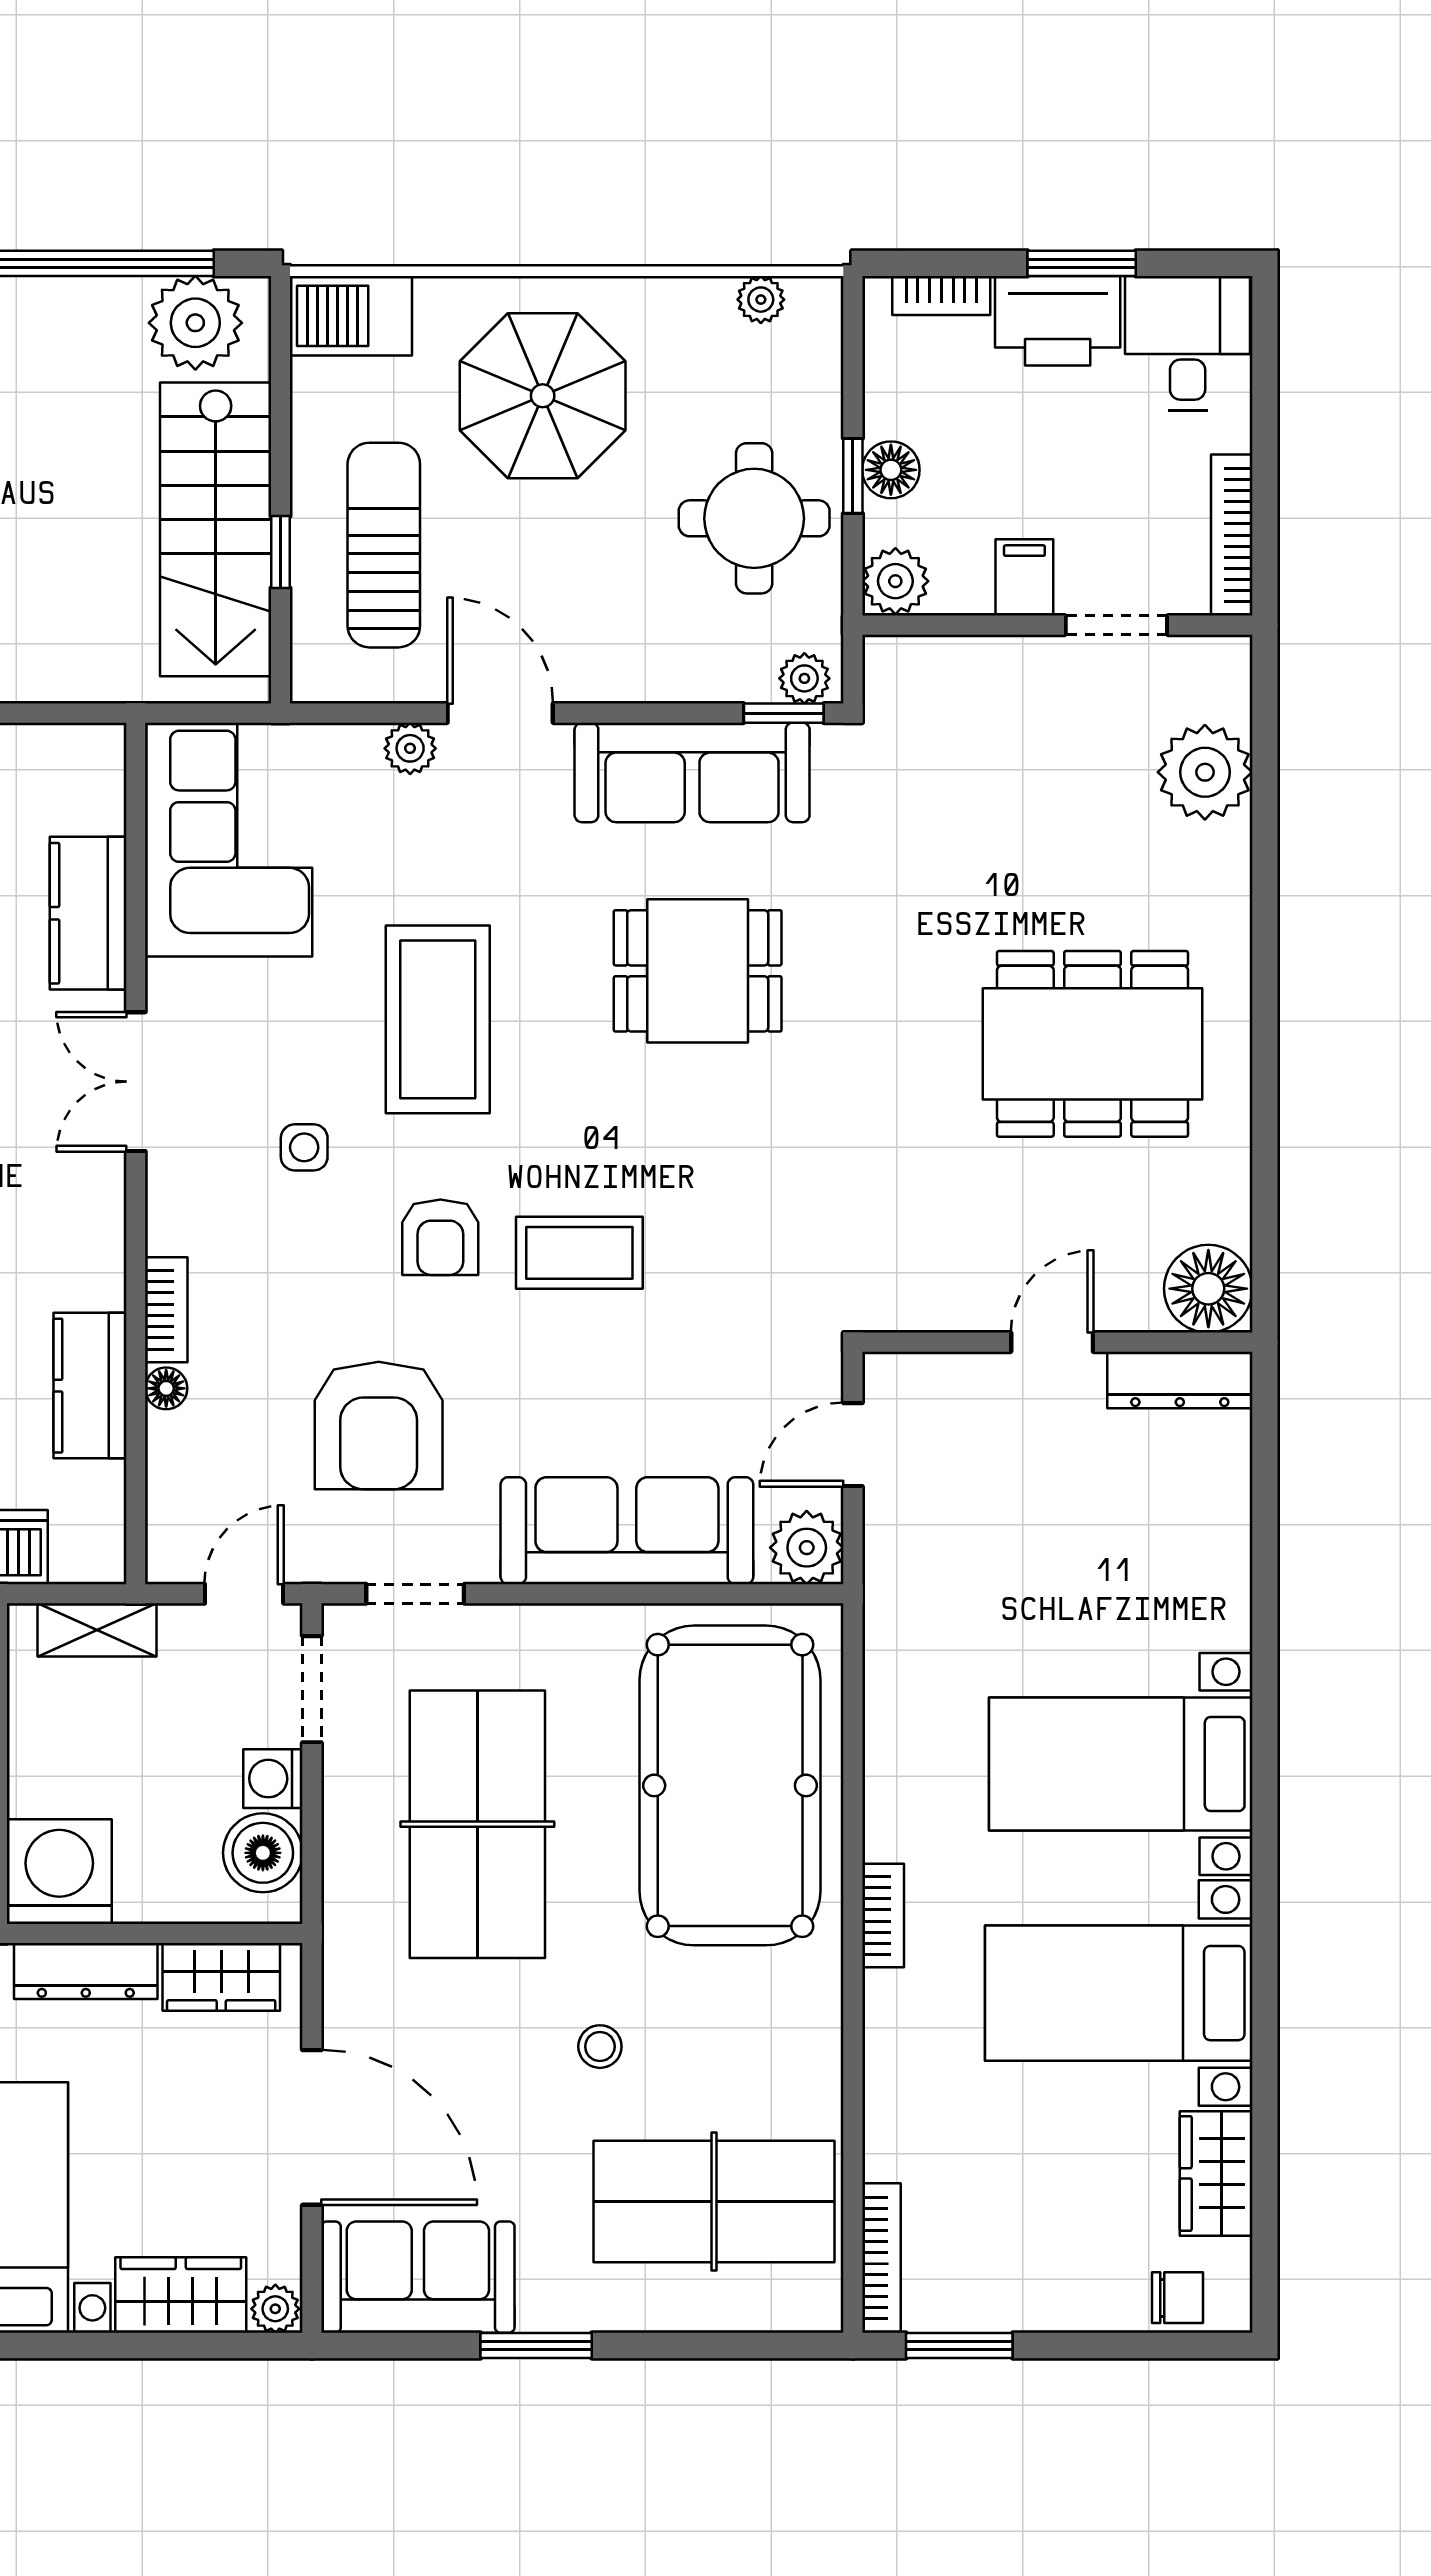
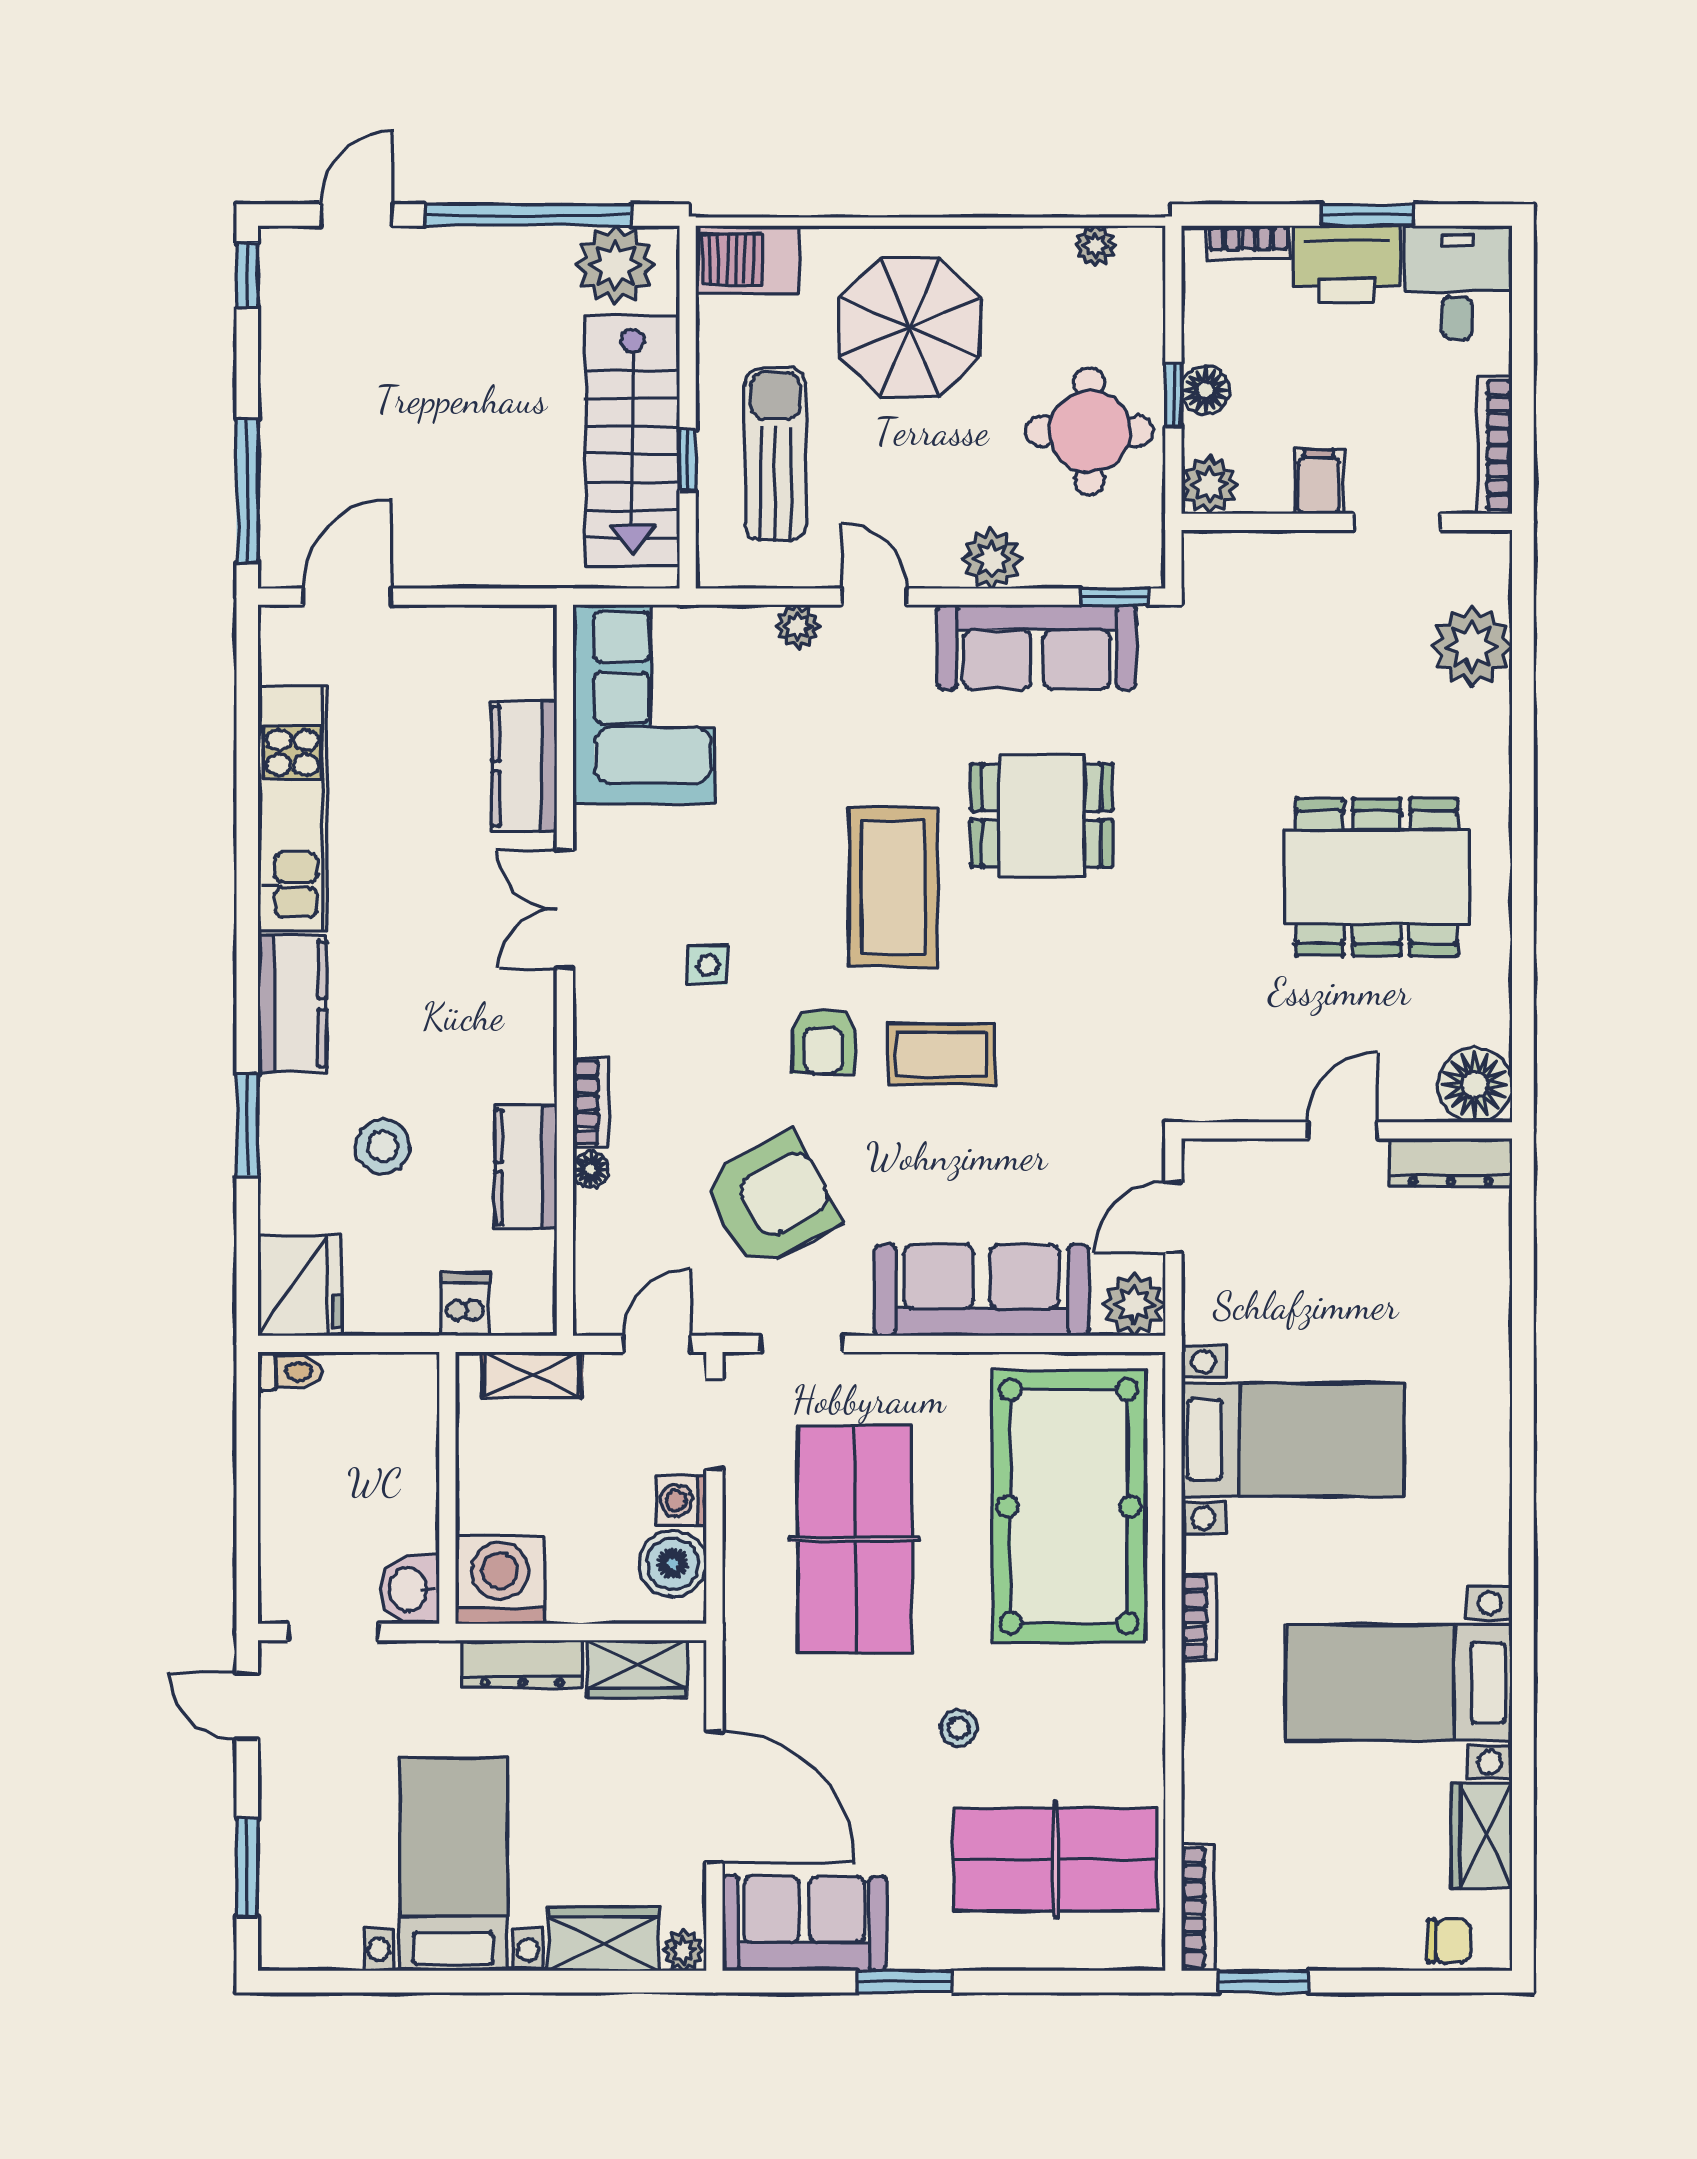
plant: (804, 678) -> (992, 559), moved, width x1.38, depth x1.38
door: (500, 713) -> (874, 597), width x0.73
coffee table: (438, 1019) -> (893, 887), moved
armchair: (379, 1426) -> (771, 1201), turned -119
bed with nightstands: (1121, 1764) -> (1293, 1440), moved, turned 180

